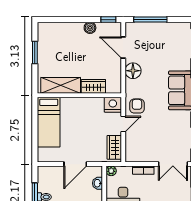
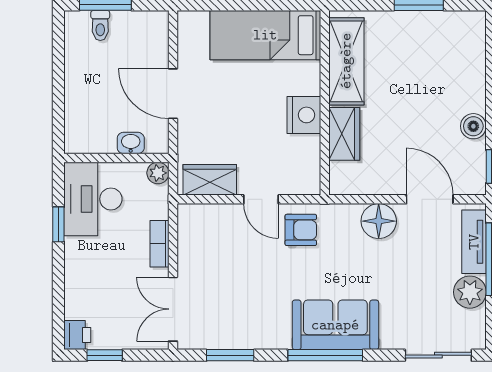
tv unit: (142, 28) -> (474, 242), added
plant: (165, 29) -> (470, 292), added
door: (123, 48) -> (430, 199), hinge flipped
nightstand: (113, 105) -> (304, 115), moved

